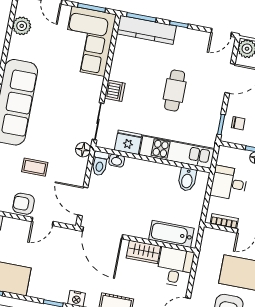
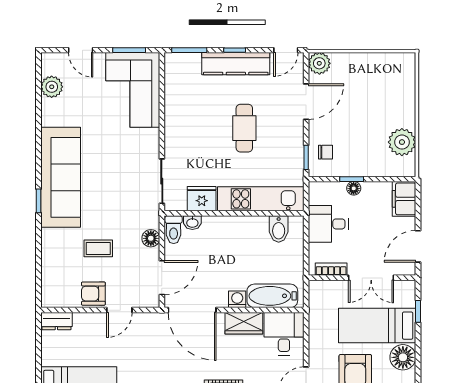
kitchen counter: (147, 30) -> (236, 64), moved
dishwasher: (115, 91) -> (175, 142), removed
floor lamp: (83, 150) -> (151, 238), moved
door: (83, 201) -> (162, 278), swing flipped
washing machine: (142, 231) -> (237, 299), added

